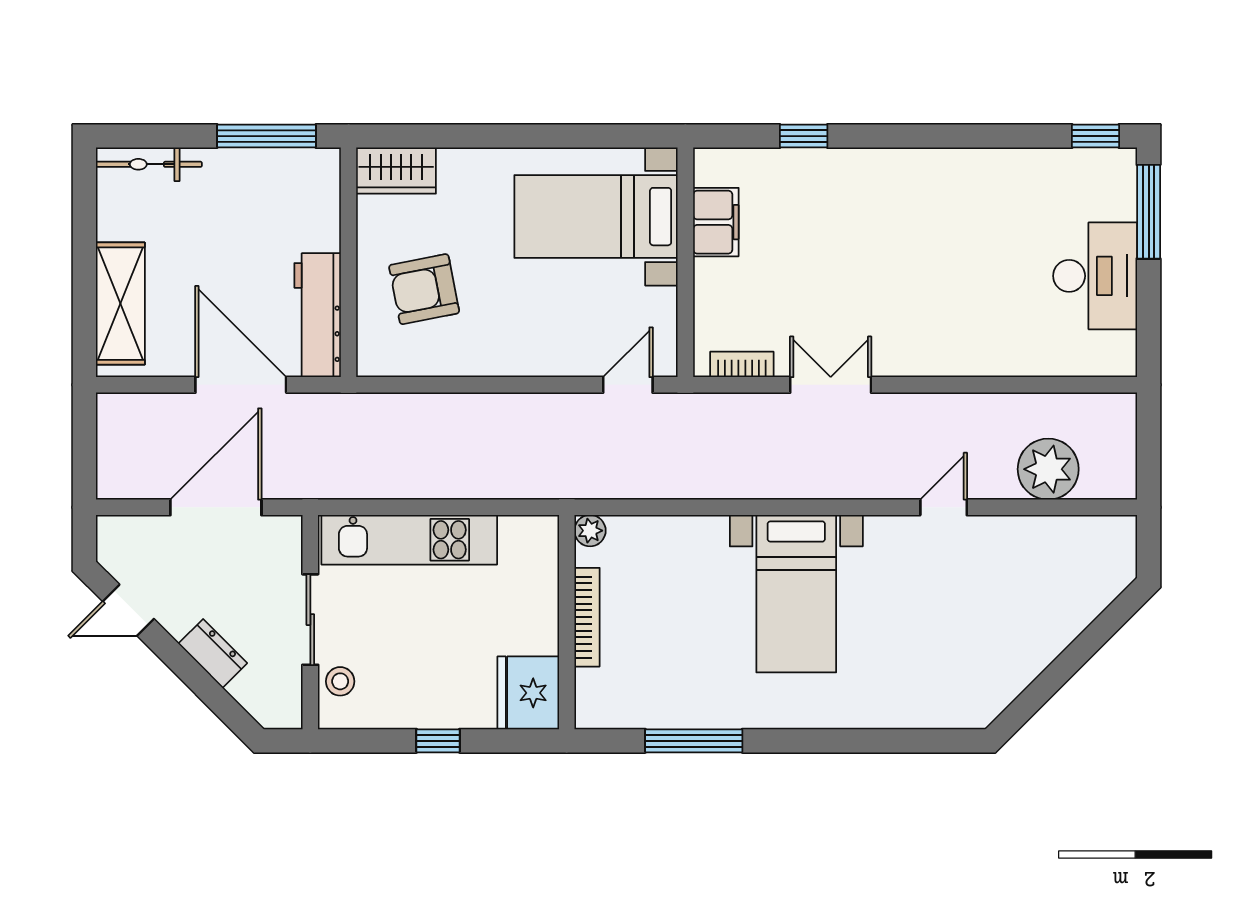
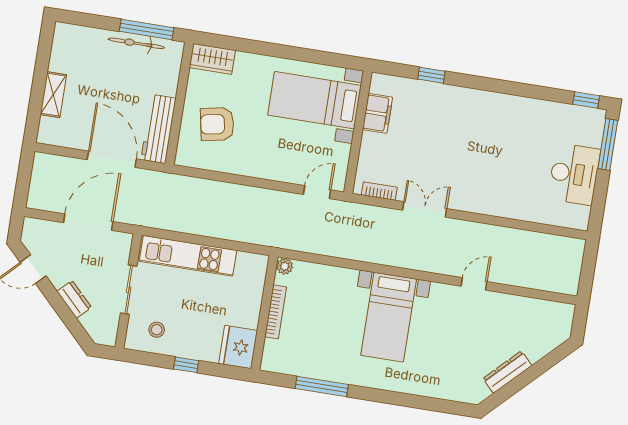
bicycle: (149, 164) -> (136, 43), moved
shelving: (120, 304) -> (53, 95), width x0.67, depth x0.75
plant: (1048, 469) -> (533, 273), removed
dresser: (1031, 660) -> (507, 372), added
stool: (340, 681) -> (157, 330), moved

